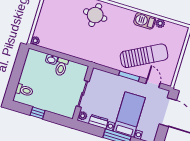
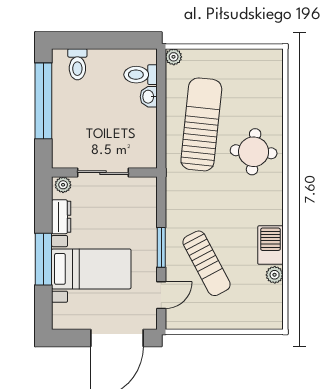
sun lounger: (73, 37) -> (201, 124), added
sun lounger: (144, 56) -> (206, 263), width x0.73, depth x0.75
toilet: (61, 67) -> (141, 75), moved
window: (38, 113) -> (43, 101), width x3.17

